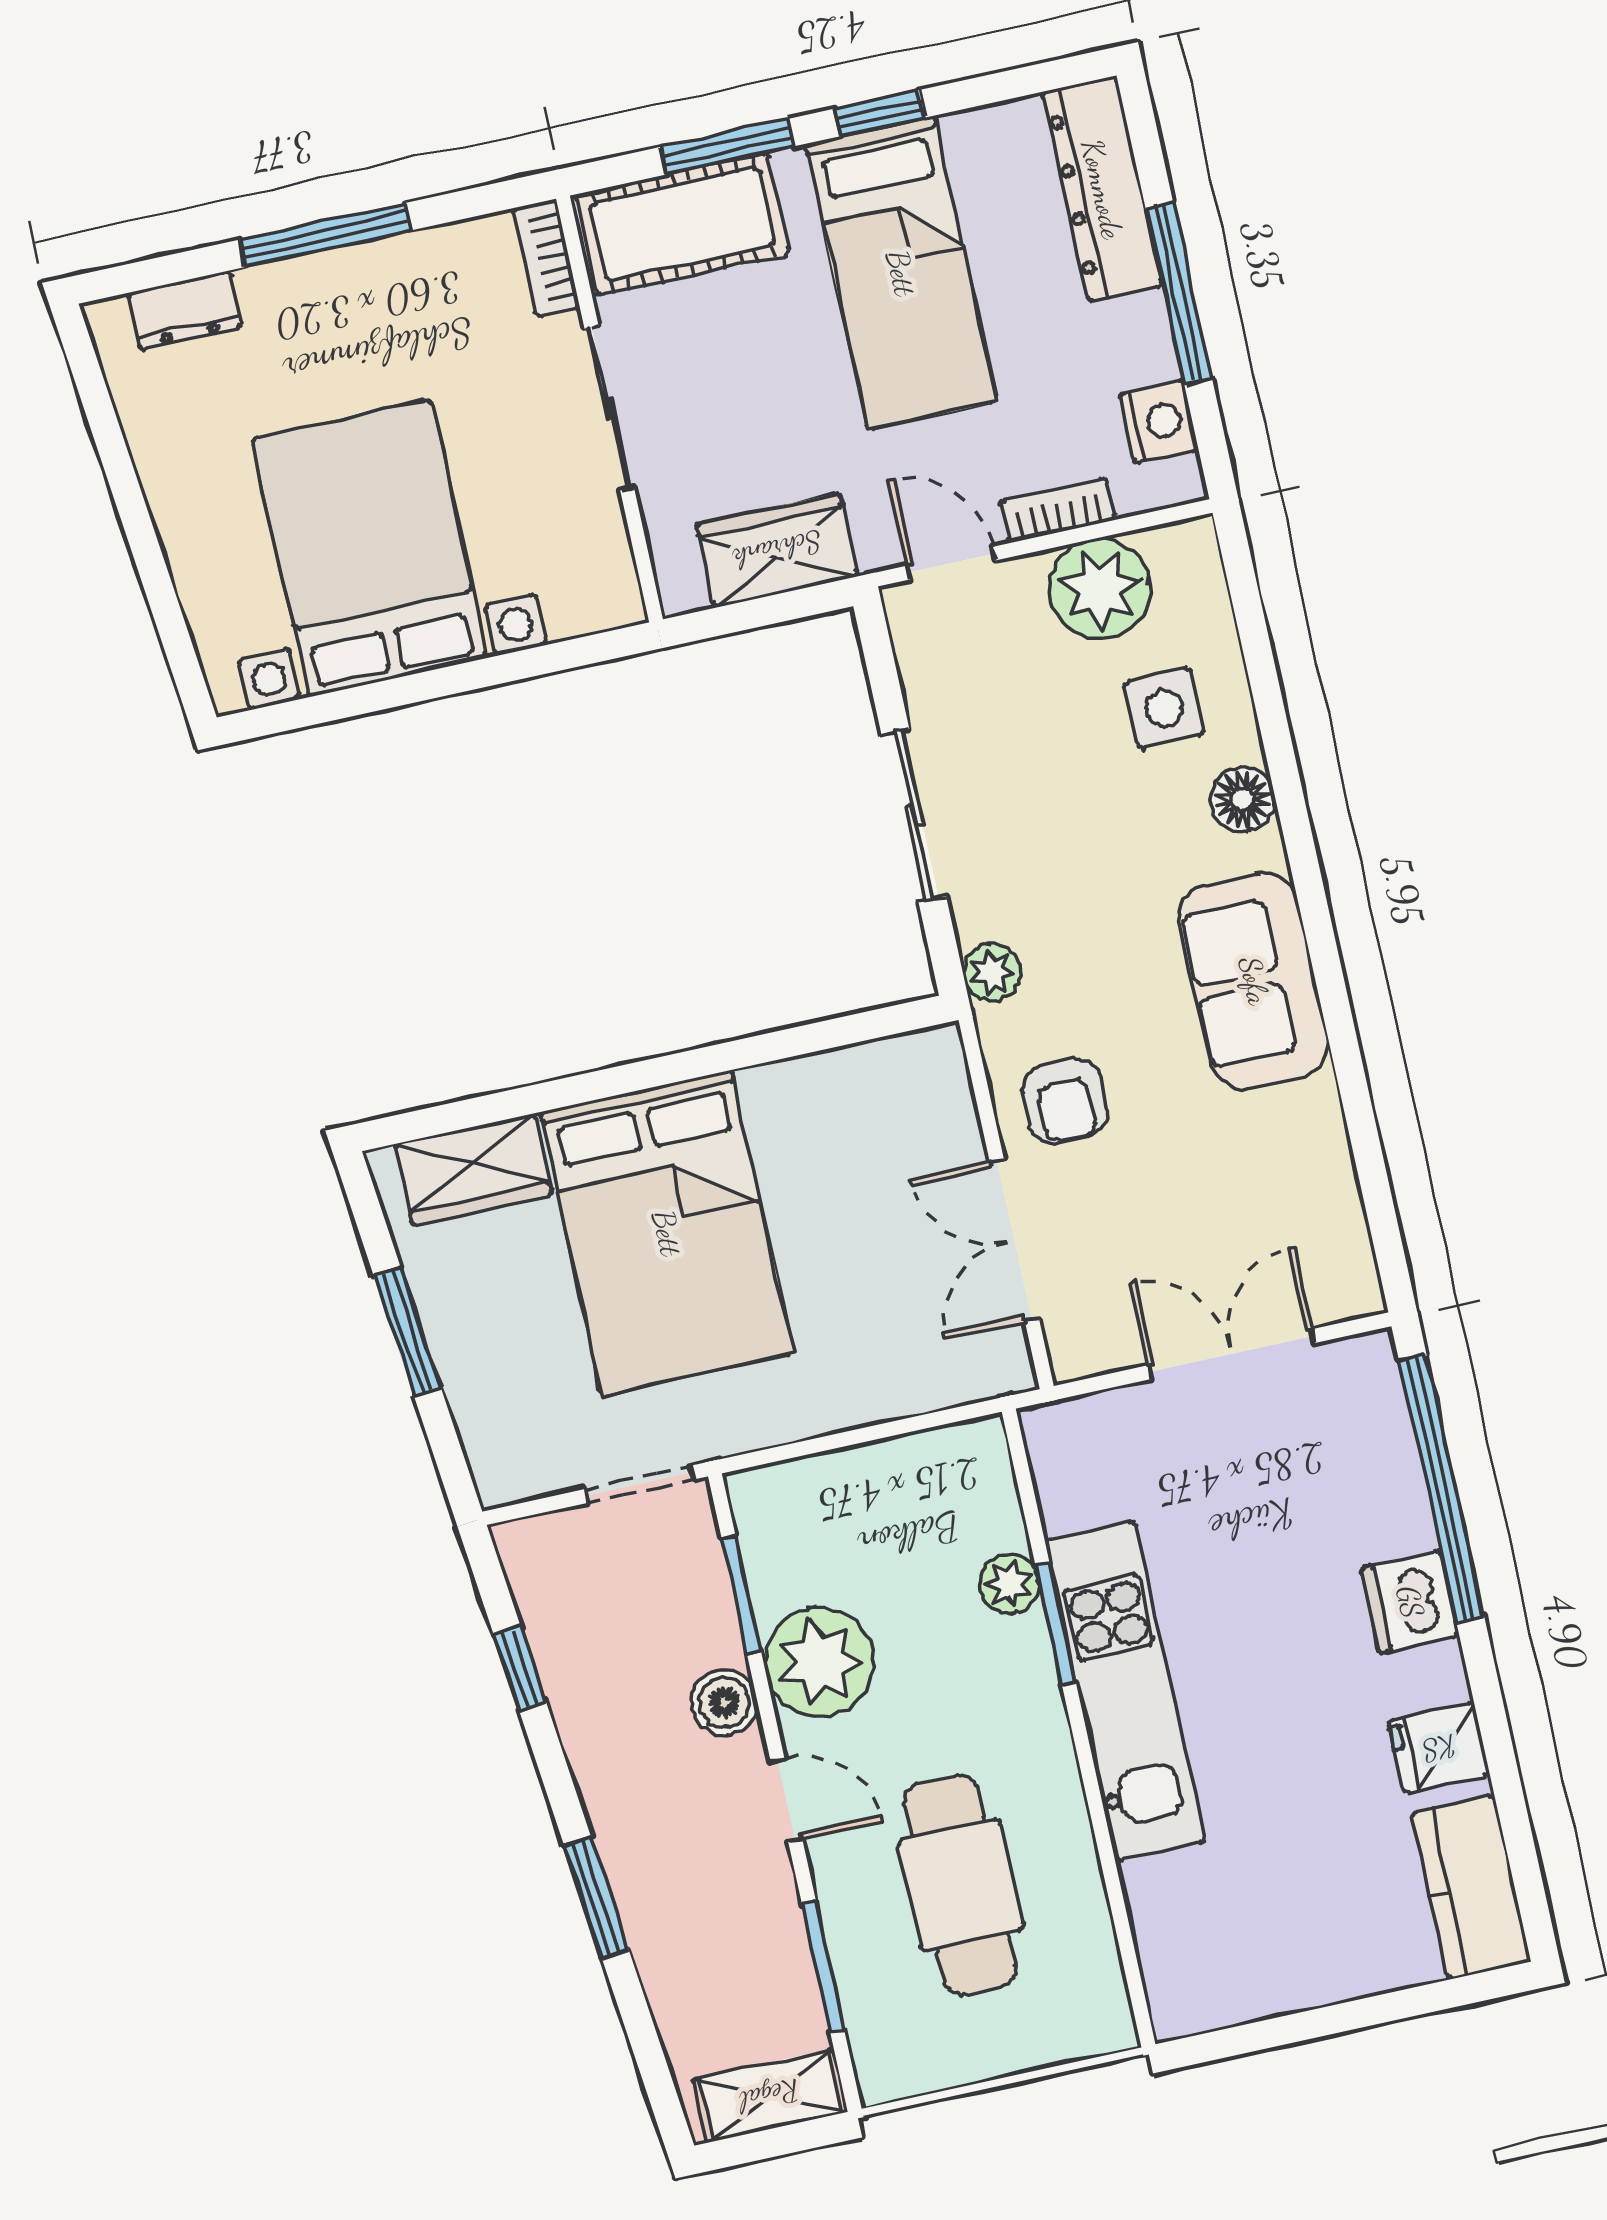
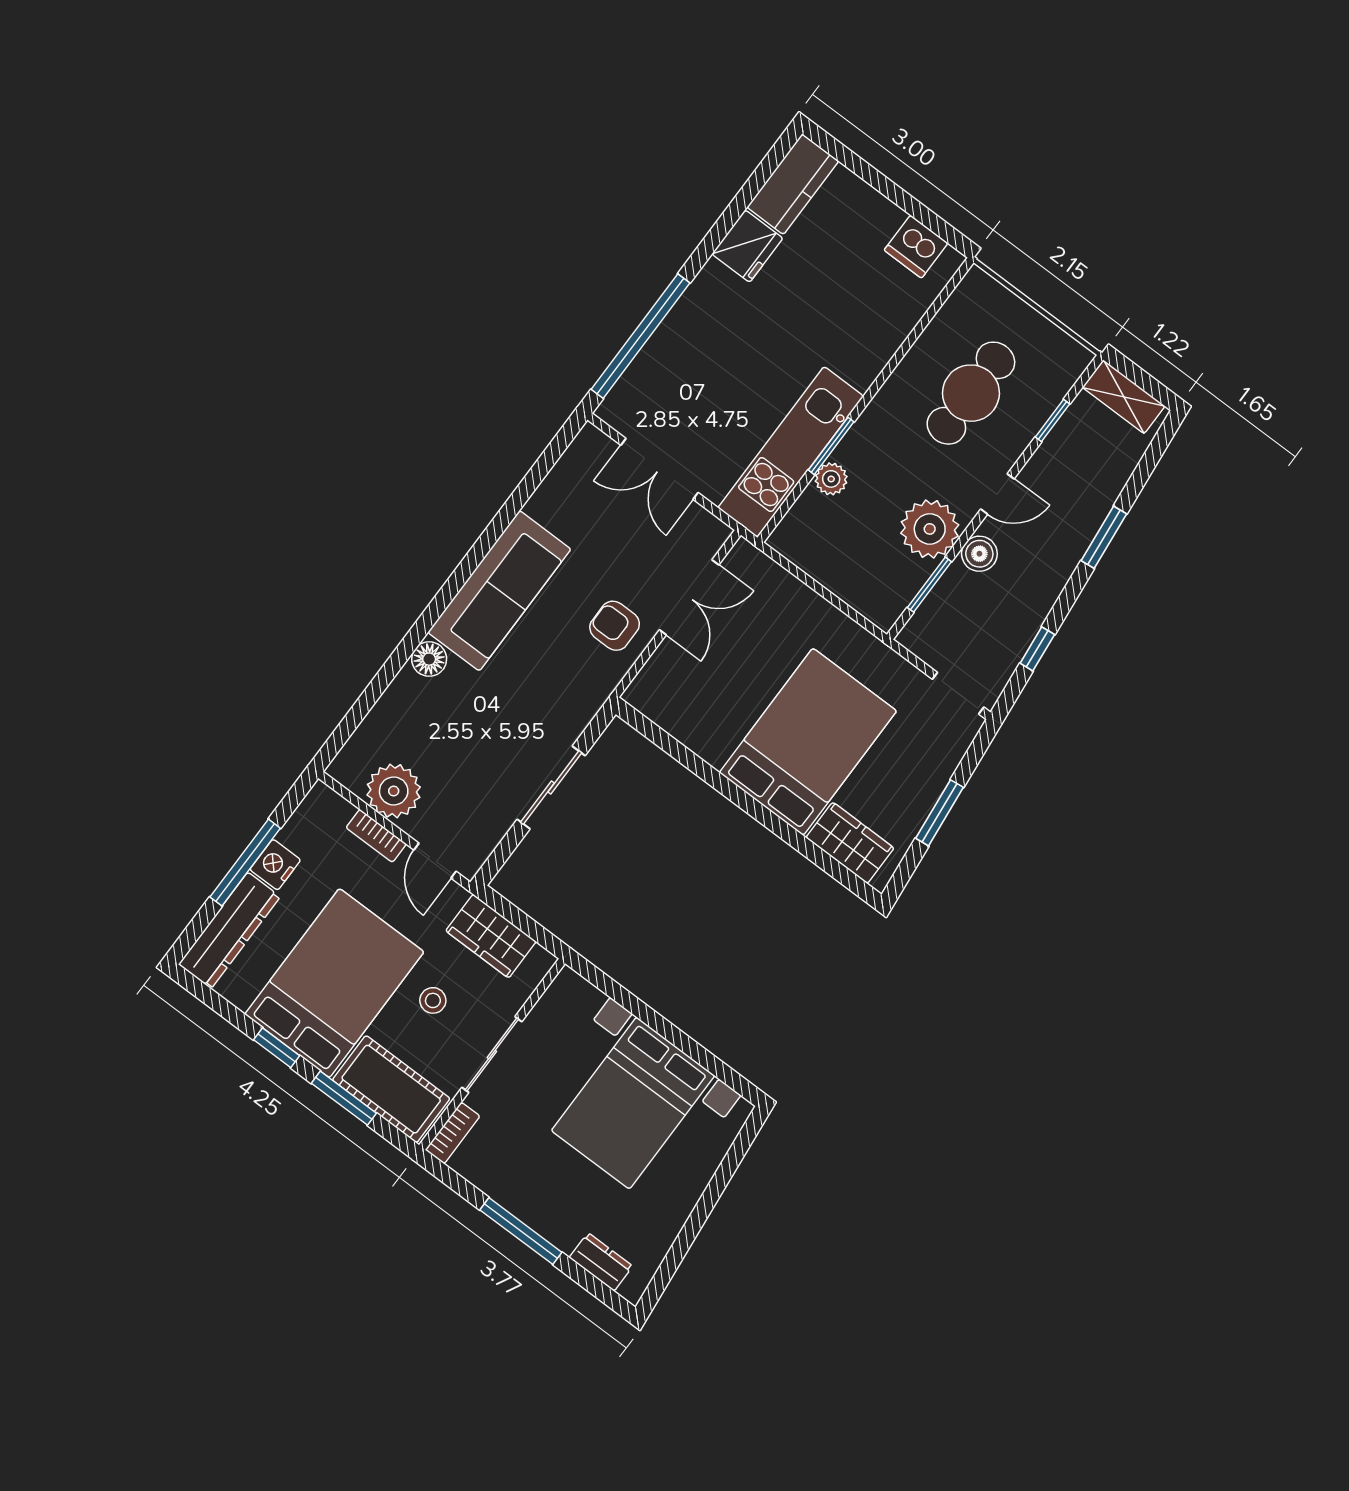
bed: (901, 273) -> (334, 983), width x1.50
stool: (757, 391) -> (433, 1000), added
nightstand: (1159, 421) -> (275, 865), moved
side table: (1164, 708) -> (420, 723), removed
plant: (992, 972) -> (588, 700), removed
sofa: (1254, 981) -> (499, 591), width x1.36
armchair: (1065, 1101) -> (615, 626), turned -90
doorway: (639, 1484) -> (958, 693), moved
dishwasher: (1410, 1602) -> (916, 247), moved, turned 90
kitchen unit: (1125, 1691) -> (791, 452), moved
fridge: (1439, 1748) -> (747, 246), width x1.38
door: (786, 1800) -> (997, 494), swing flipped
window: (823, 1967) -> (1053, 421), width x0.67

